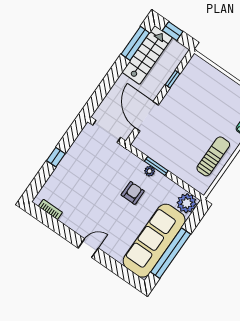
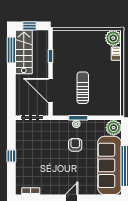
sun lounger: (213, 156) -> (83, 88), moved

